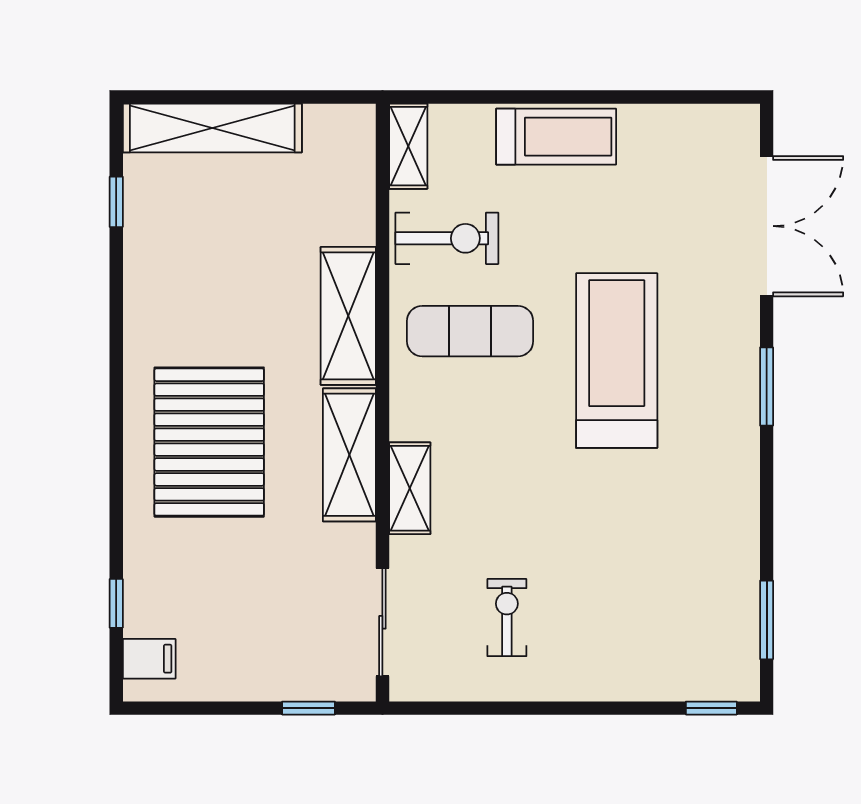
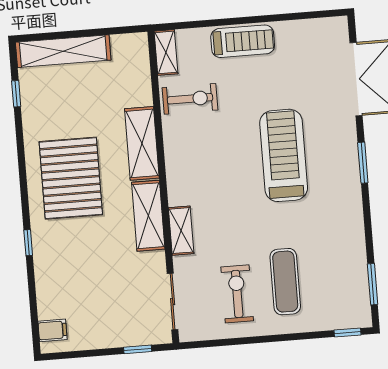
exercise mat: (470, 331) -> (285, 282), moved, turned 90
pallet: (209, 442) -> (71, 178), moved
window: (116, 603) -> (28, 243), moved
exercise bike: (507, 618) -> (237, 294), width x1.38, depth x1.39

